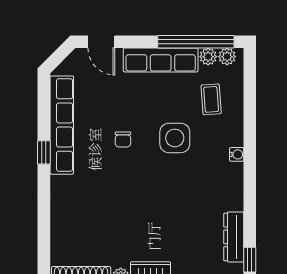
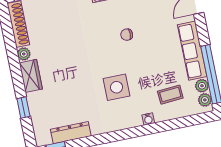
side table: (175, 138) -> (117, 87), moved
water cooler: (237, 154) -> (148, 119), moved

